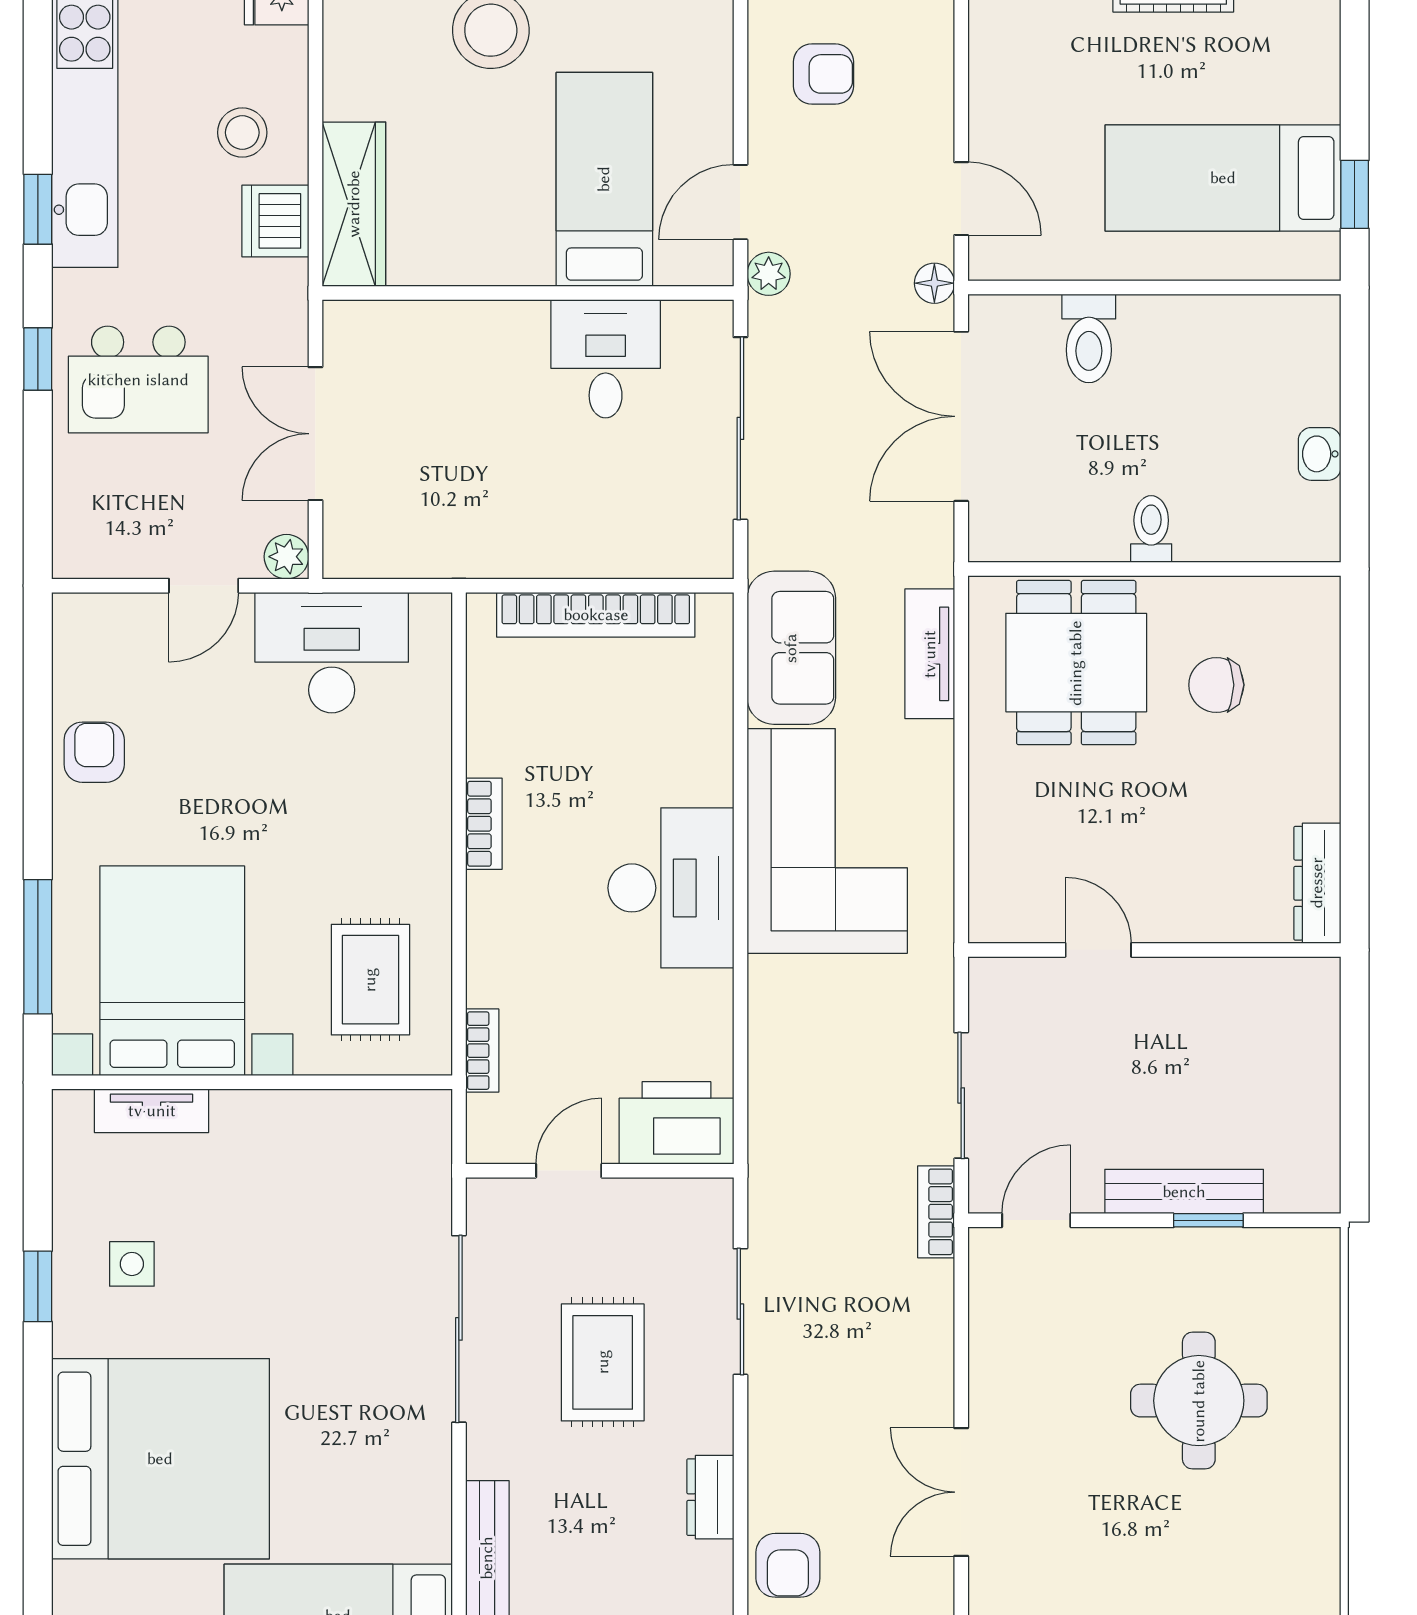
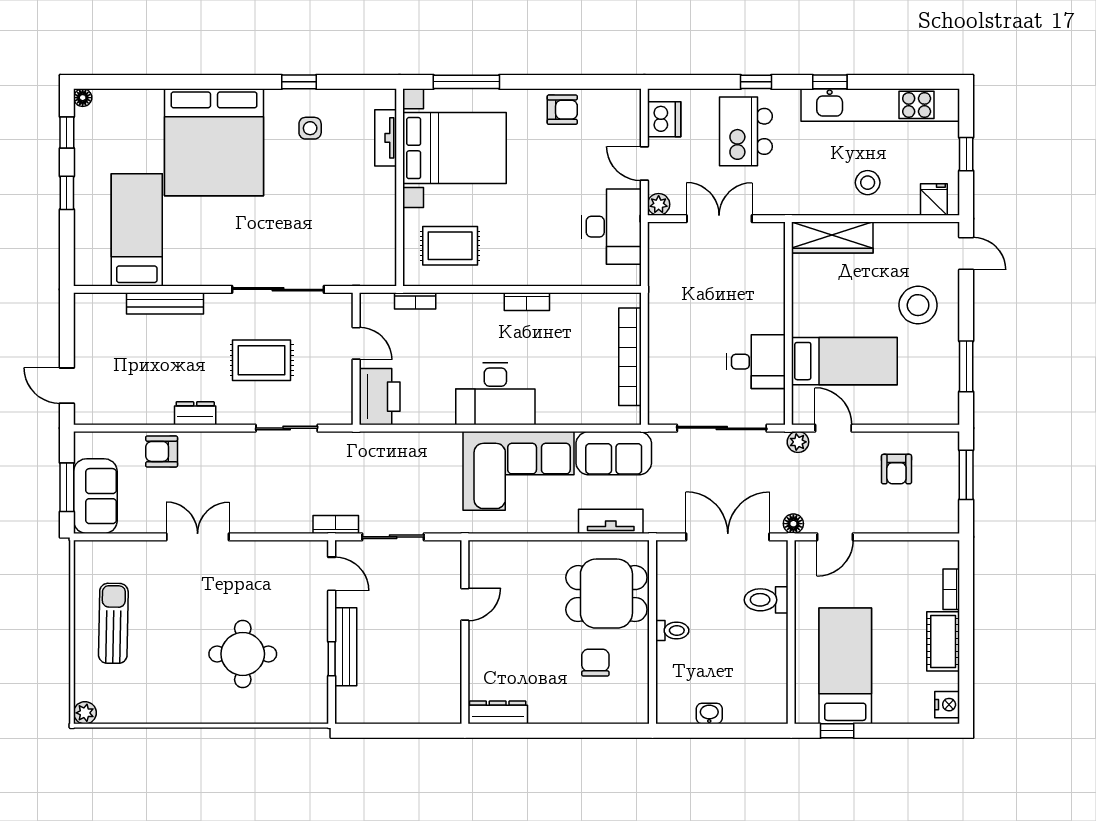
dishwasher: (275, 221) -> (664, 119), moved, turned 90

